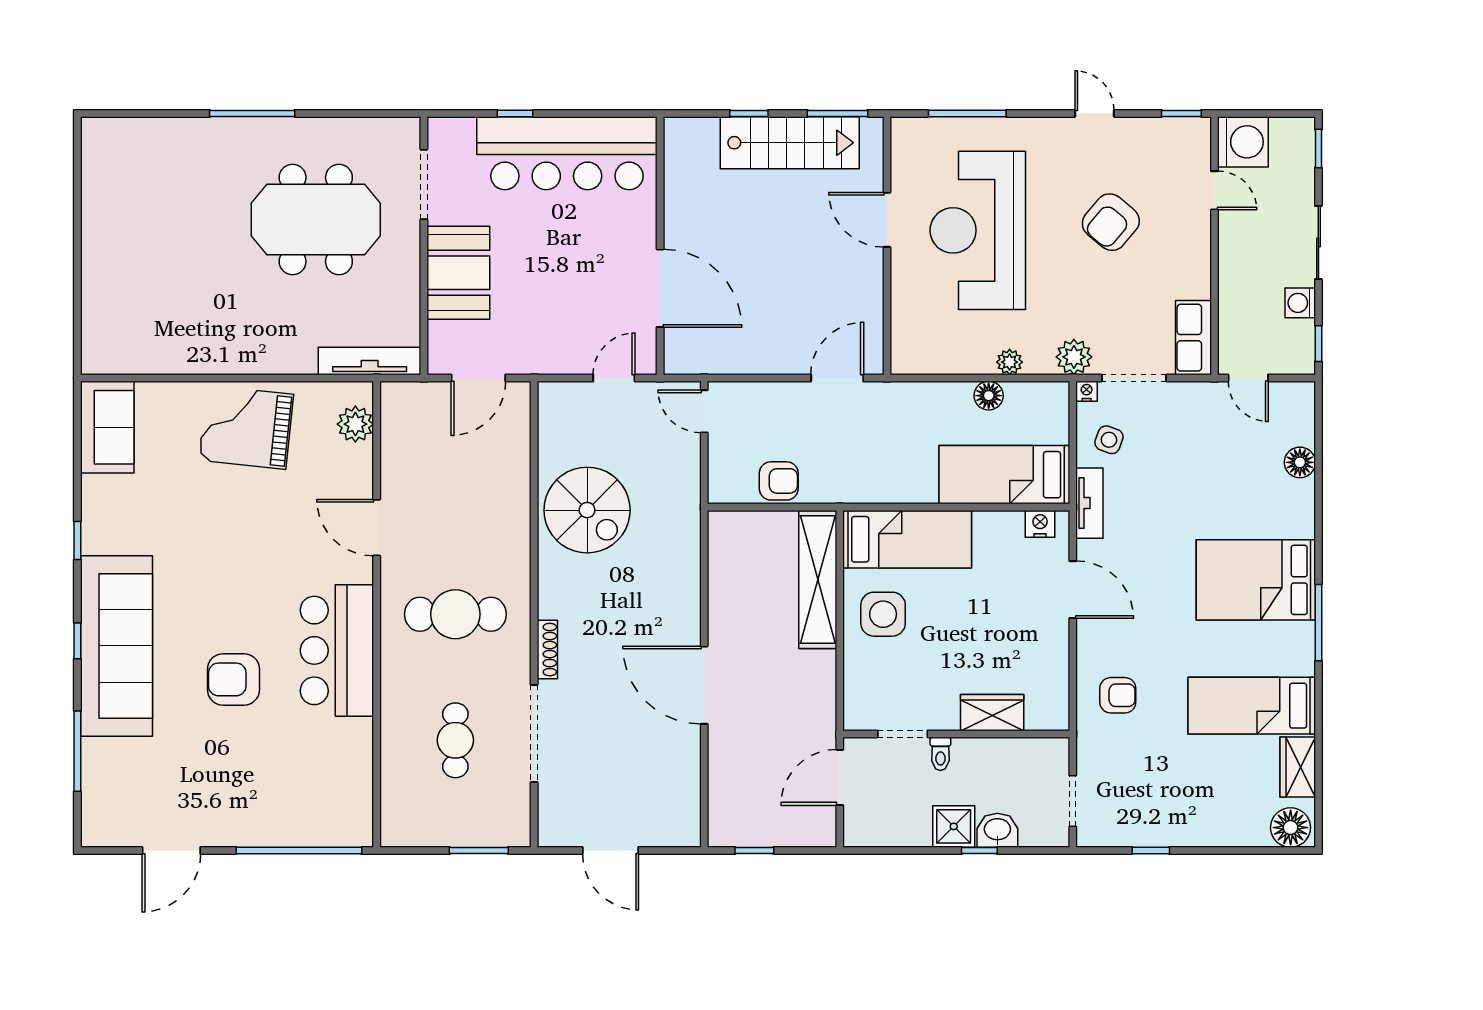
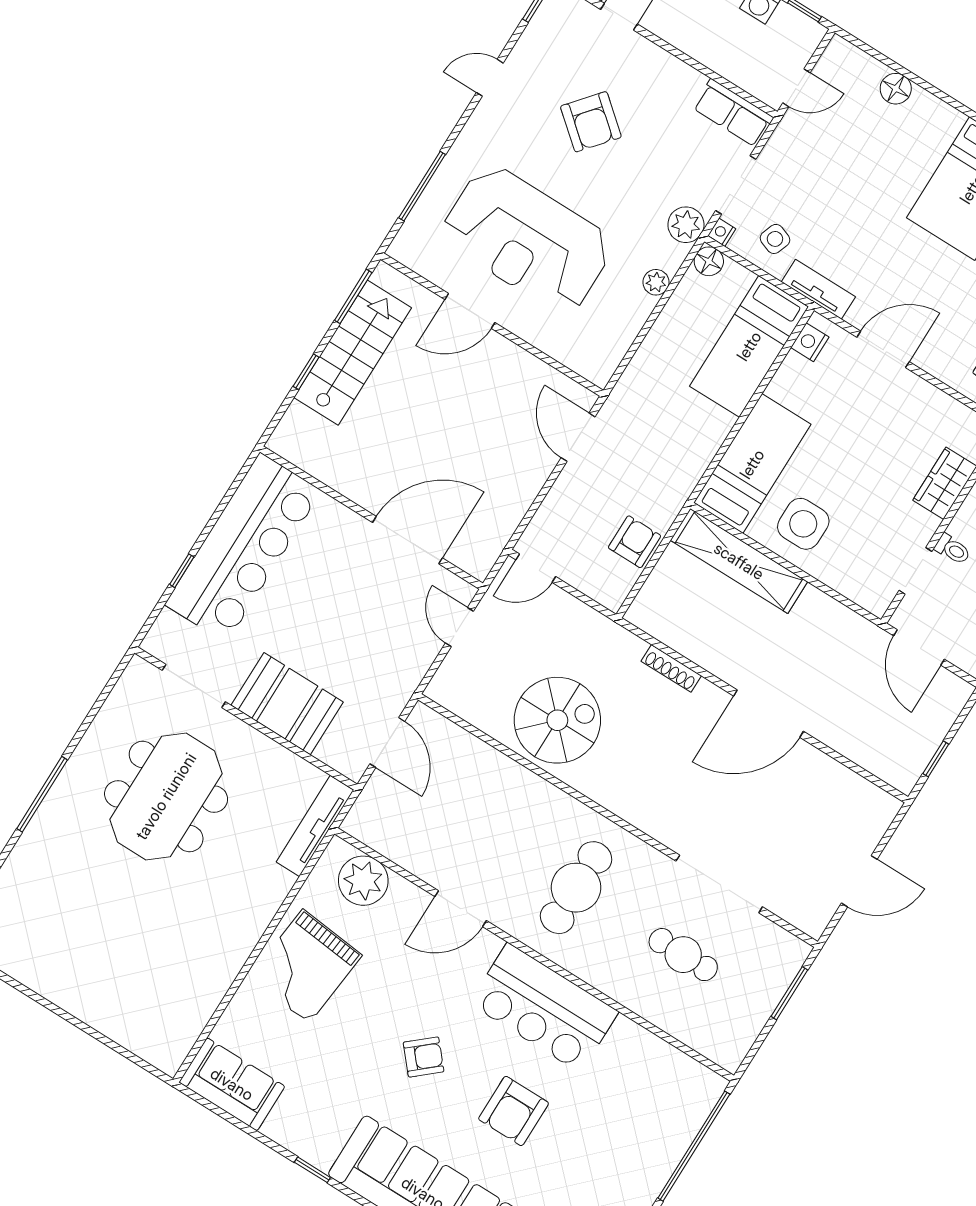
floor lamp: (989, 396) -> (709, 261), moved
plant: (355, 424) -> (363, 881), width x1.36, depth x1.36
armchair: (232, 575) -> (424, 1057), added
shoe rack: (547, 650) -> (671, 668), moved, turned 180

